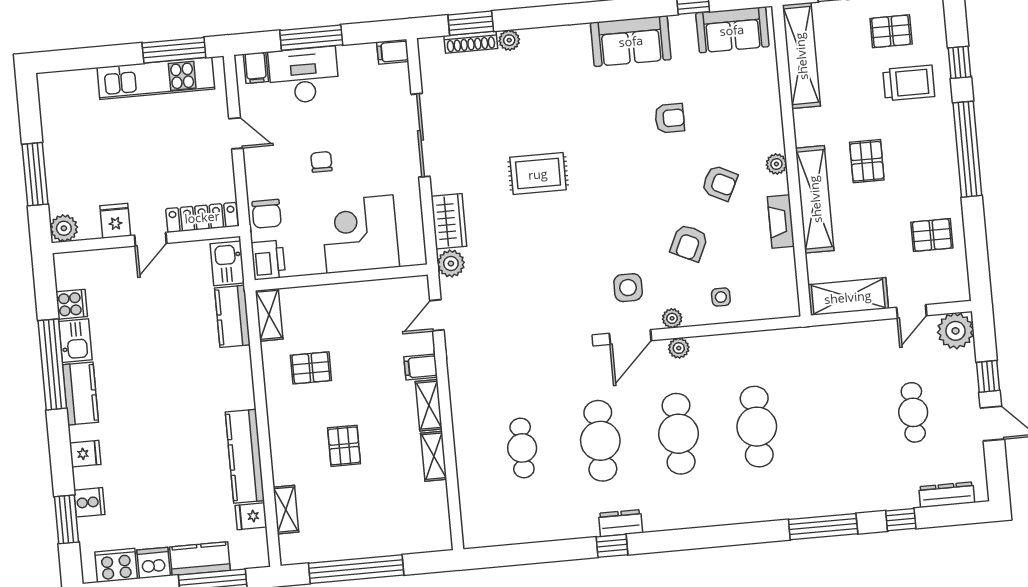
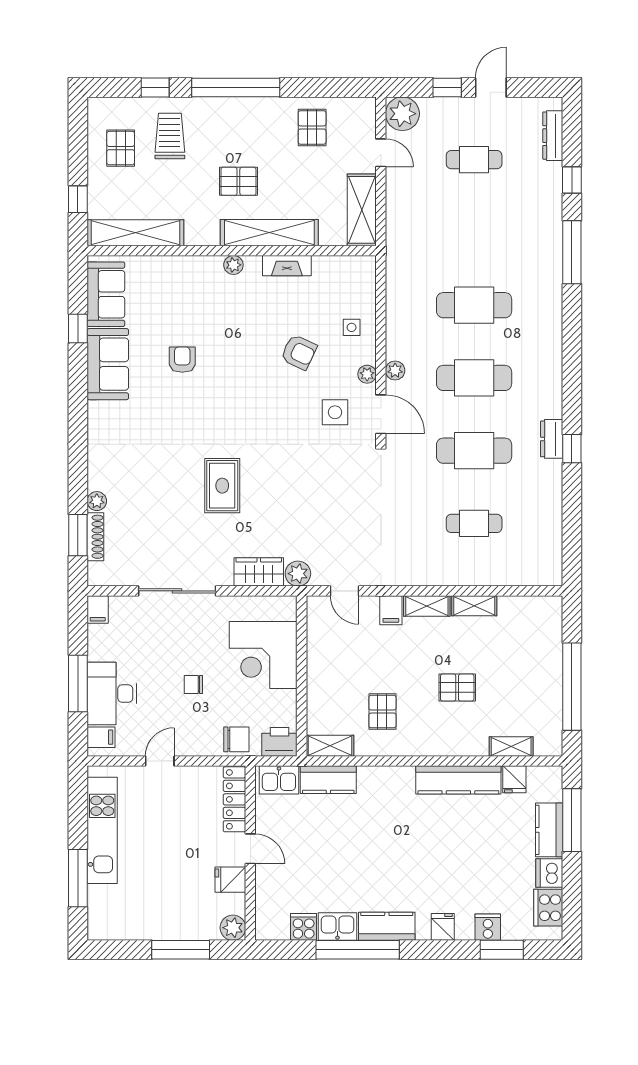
sofa: (631, 41) -> (108, 364), moved
window: (174, 50) -> (78, 878), moved
armchair: (720, 183) -> (246, 319), removed

